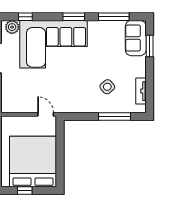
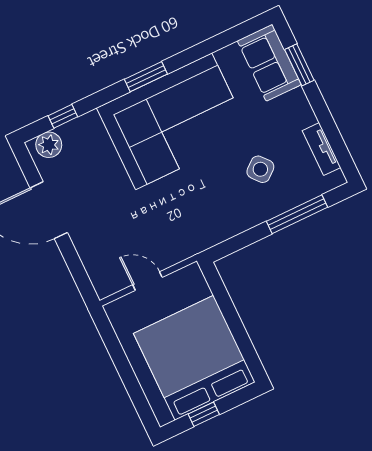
window: (114, 17) -> (214, 44), removed
corner sofa: (54, 44) -> (174, 121), moved
door: (46, 114) -> (147, 281), moved

